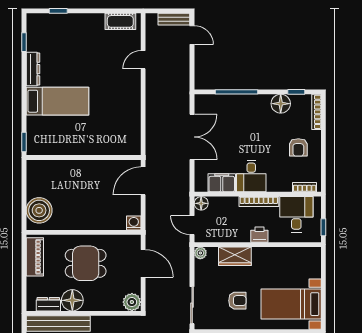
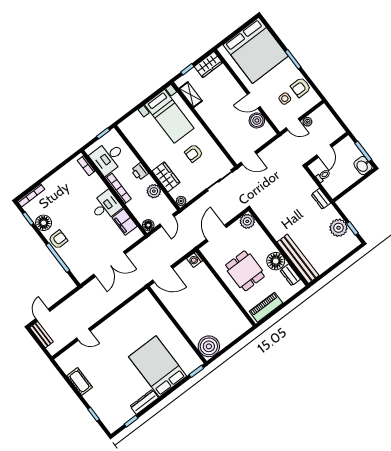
cot: (120, 21) -> (80, 381), moved
bed: (57, 101) -> (158, 366), width x1.50
double door: (192, 137) -> (109, 264), swing flipped
armchair: (298, 147) -> (58, 240), moved
boiler: (39, 210) -> (209, 346), moved
plant: (230, 234) -> (154, 191), added
armchair: (237, 301) -> (194, 153), turned -90

